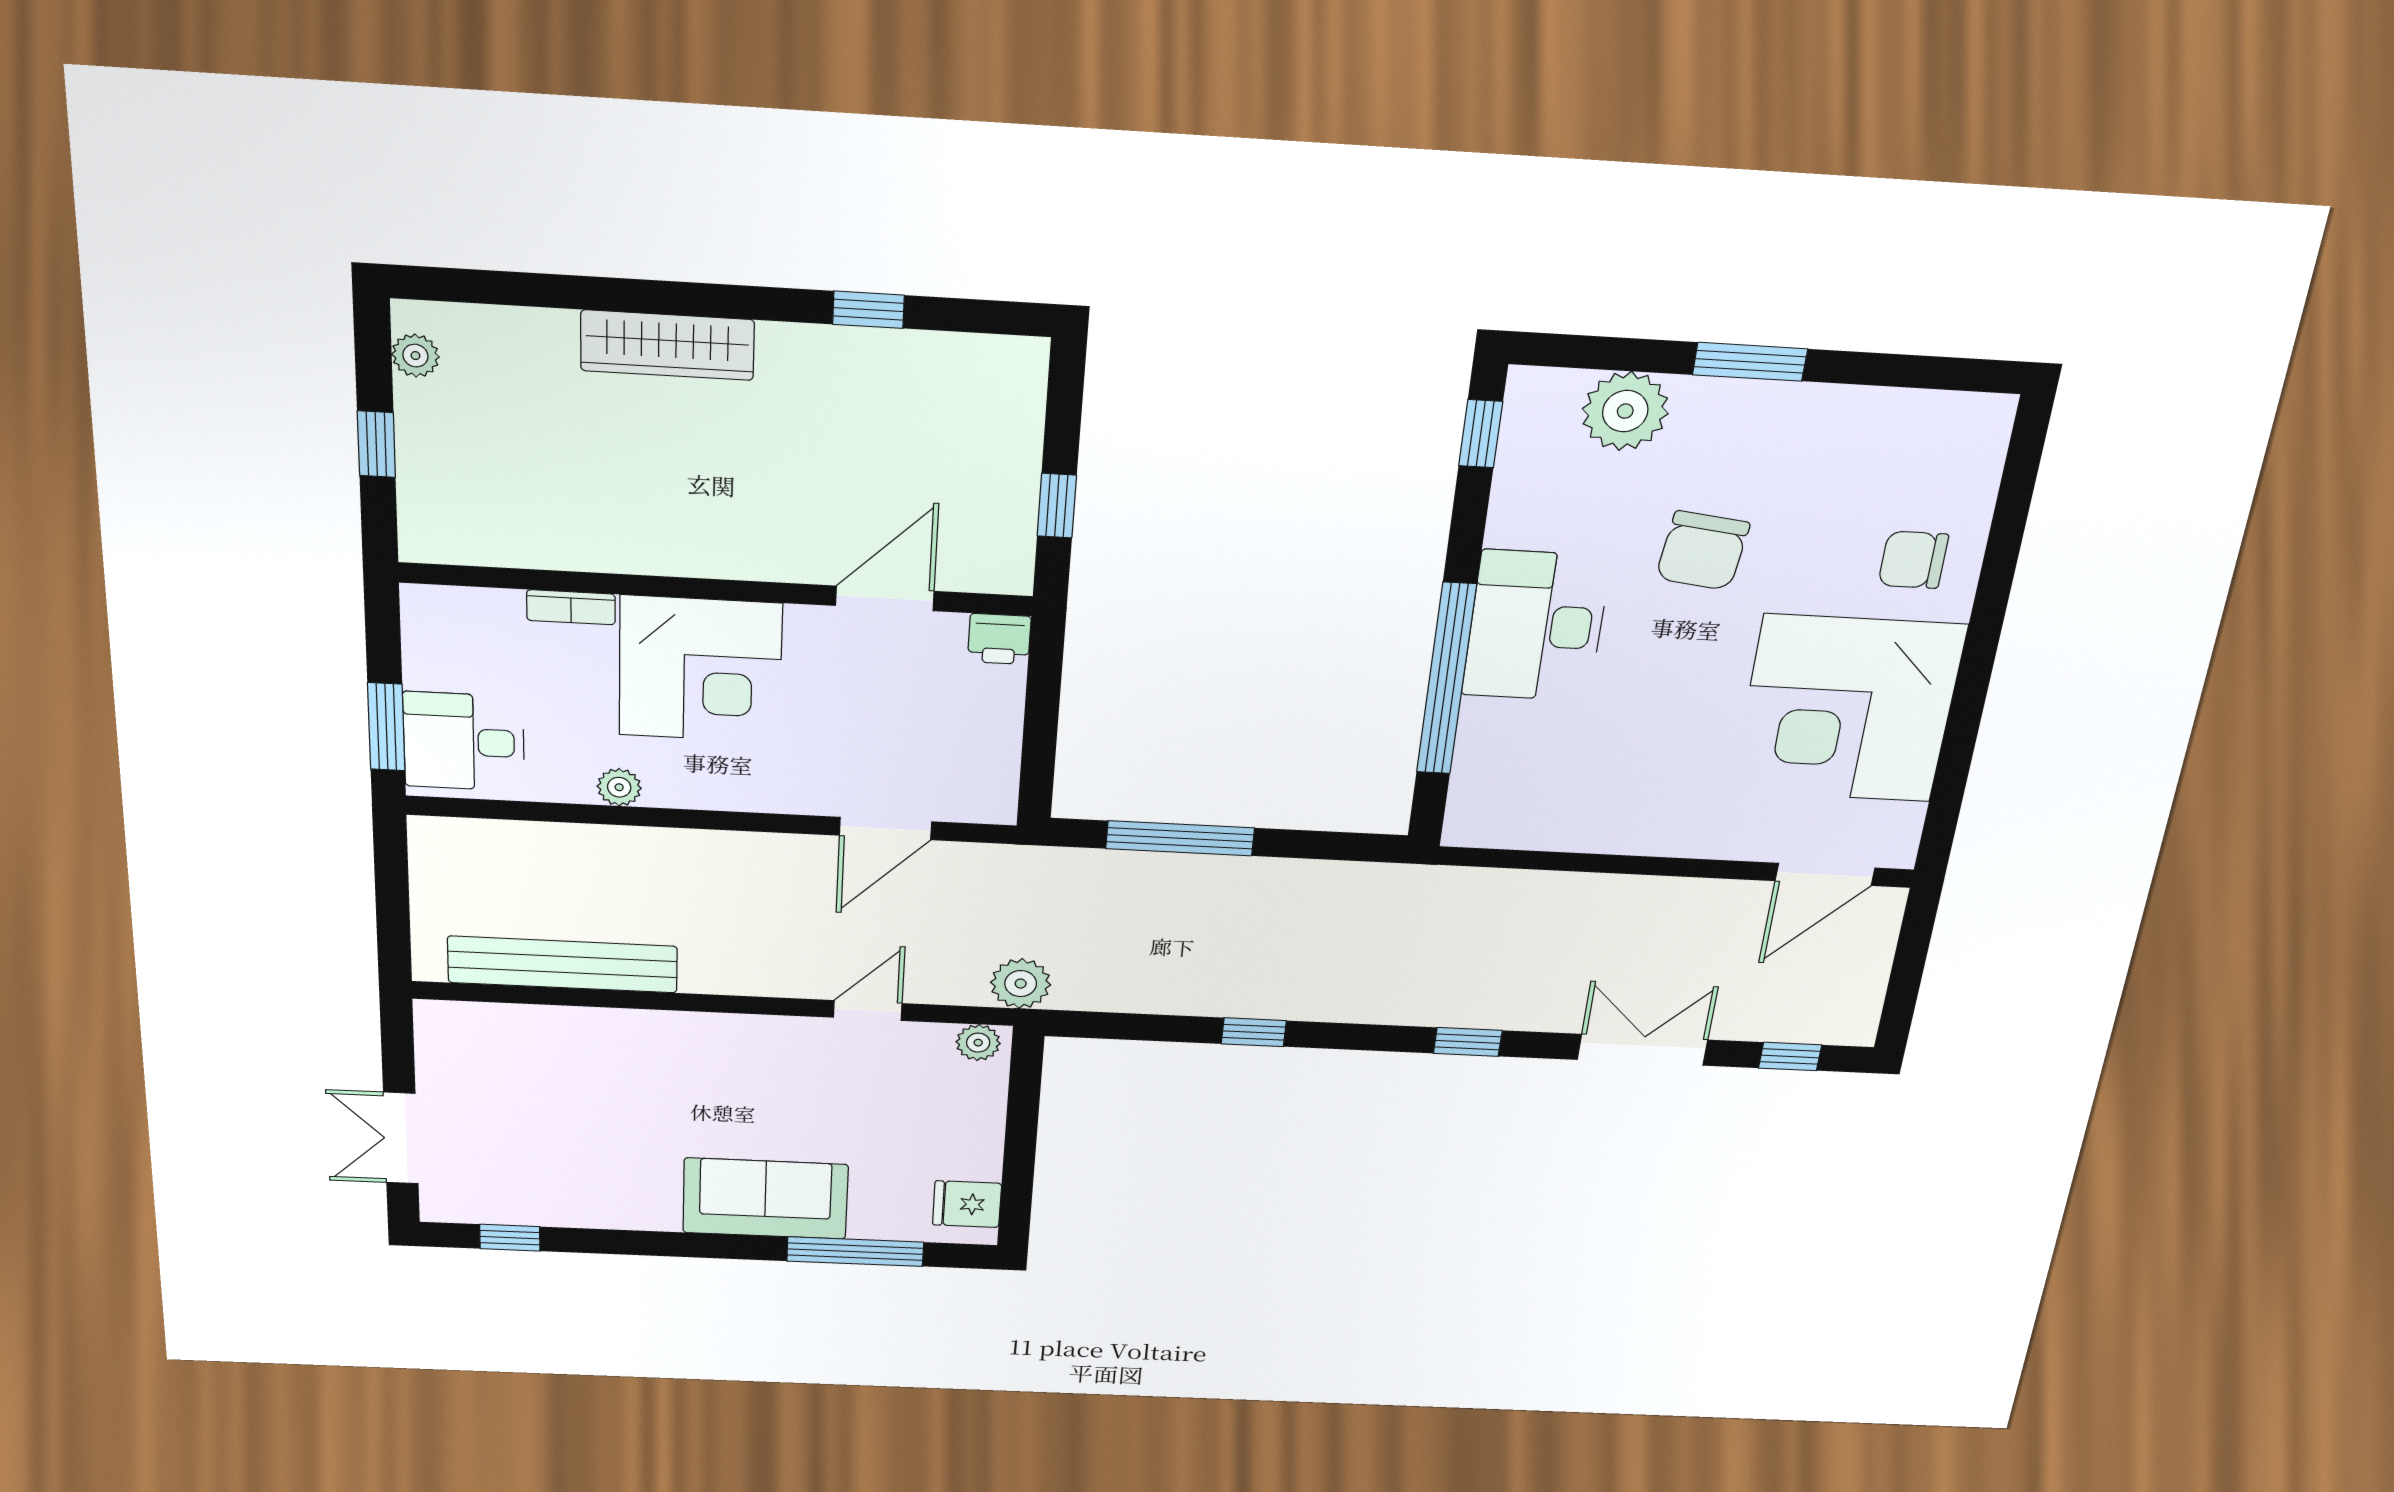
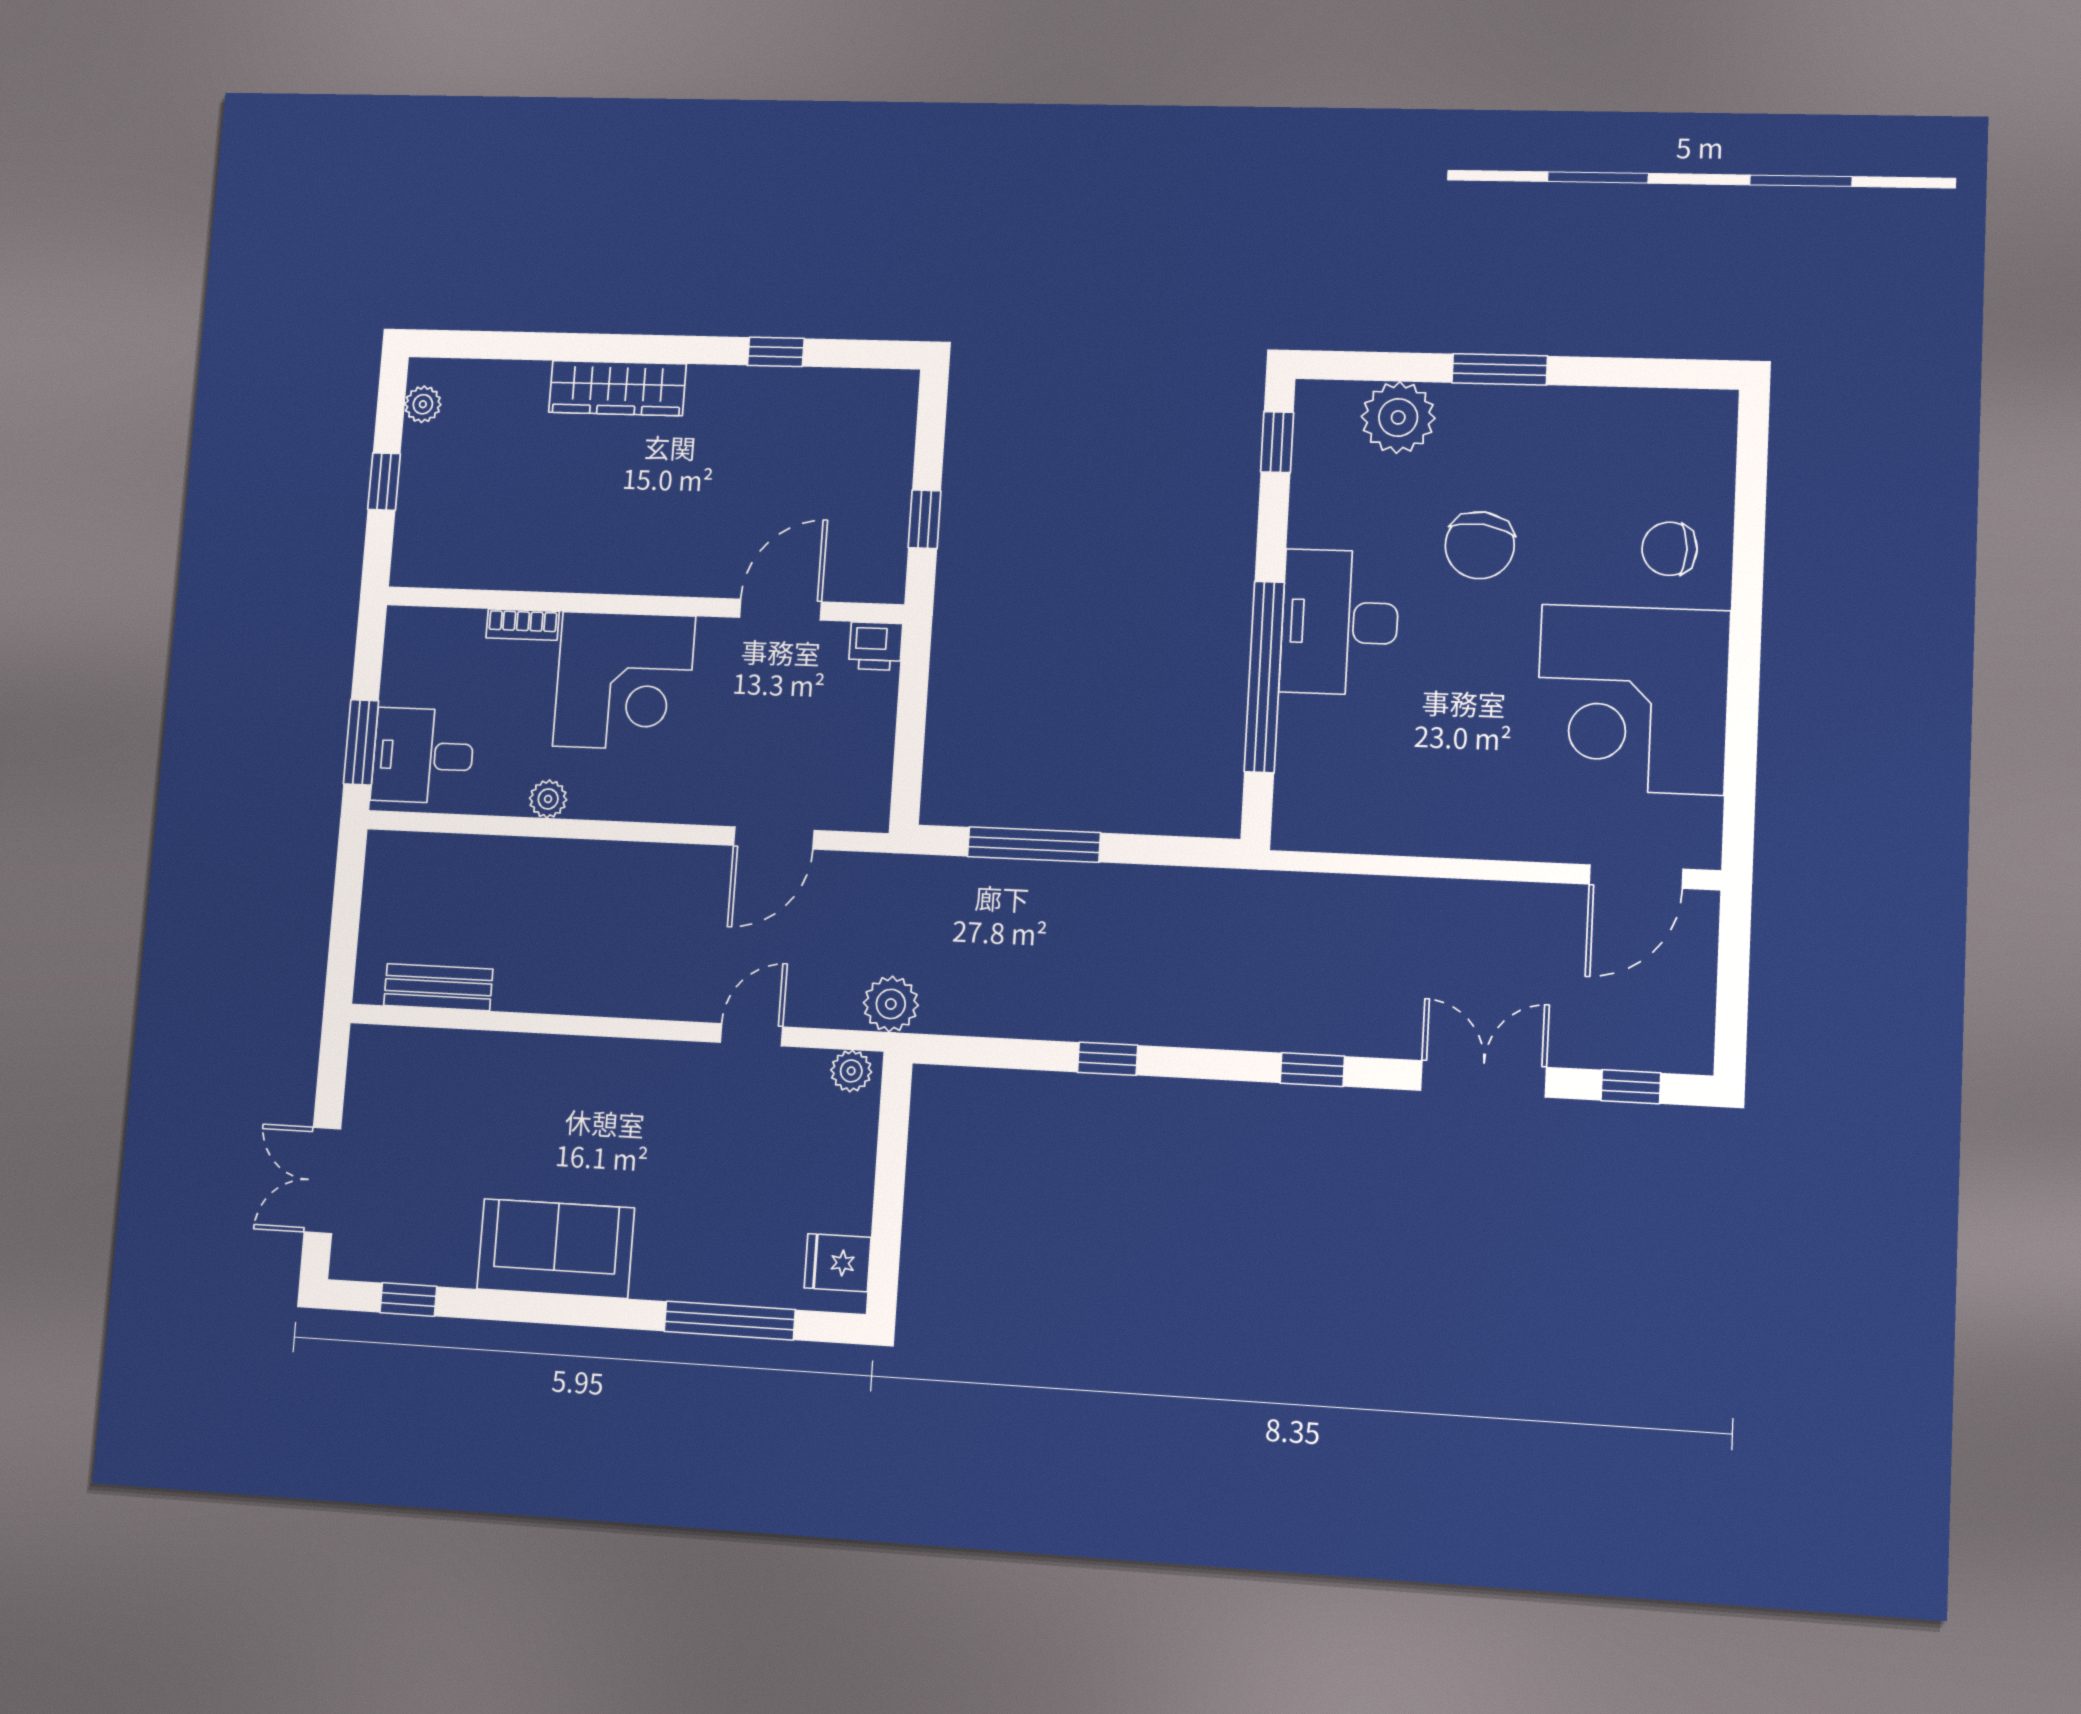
bench: (563, 964) -> (438, 987), width x0.54, depth x0.82
sofa: (765, 1199) -> (556, 1248), moved

